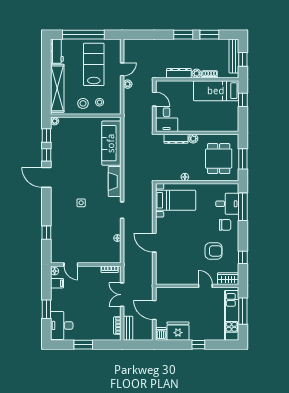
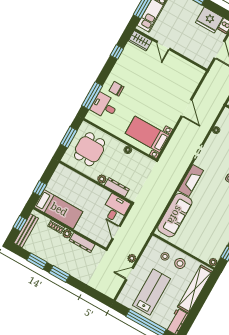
lab bench: (94, 64) -> (151, 292), turned 180
armchair: (214, 251) -> (139, 72), removed

